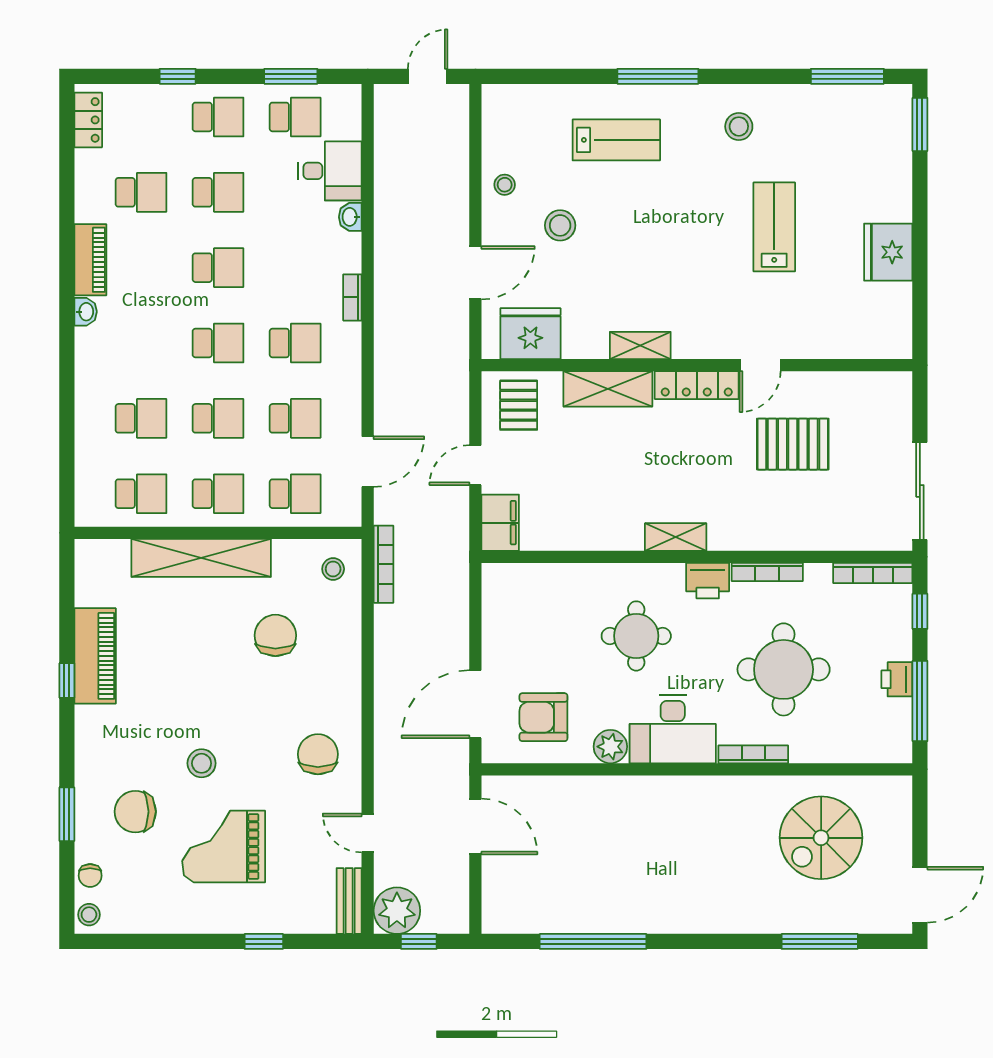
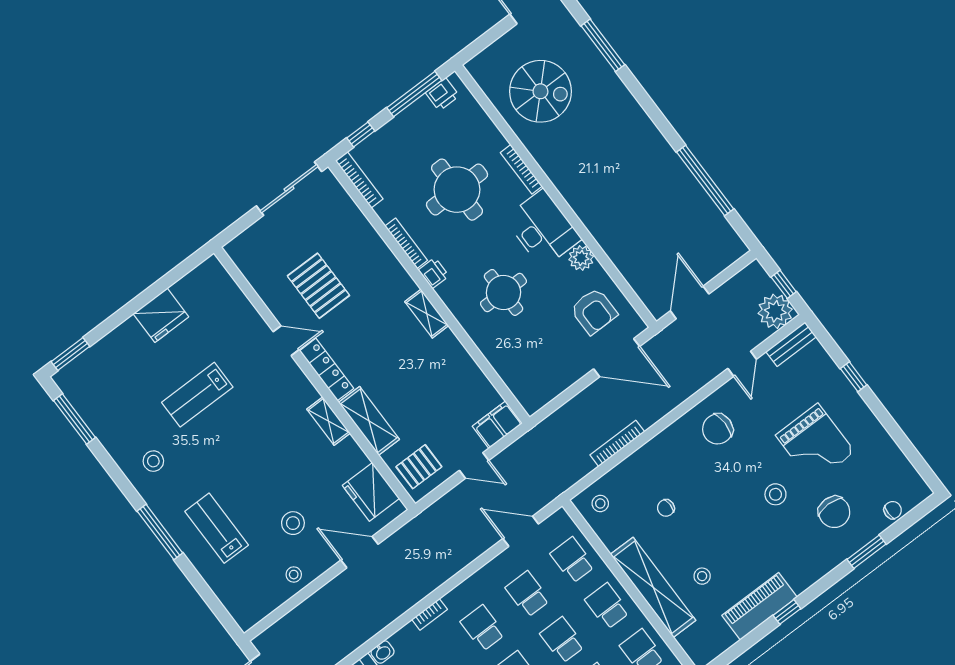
bookcase: (384, 564) -> (617, 443), moved
printer: (708, 581) -> (434, 273), width x0.73, depth x0.81
chair: (275, 635) -> (666, 508), width x0.54, depth x0.54
printer: (897, 679) -> (442, 94), moved
stool: (89, 915) -> (702, 576), moved

